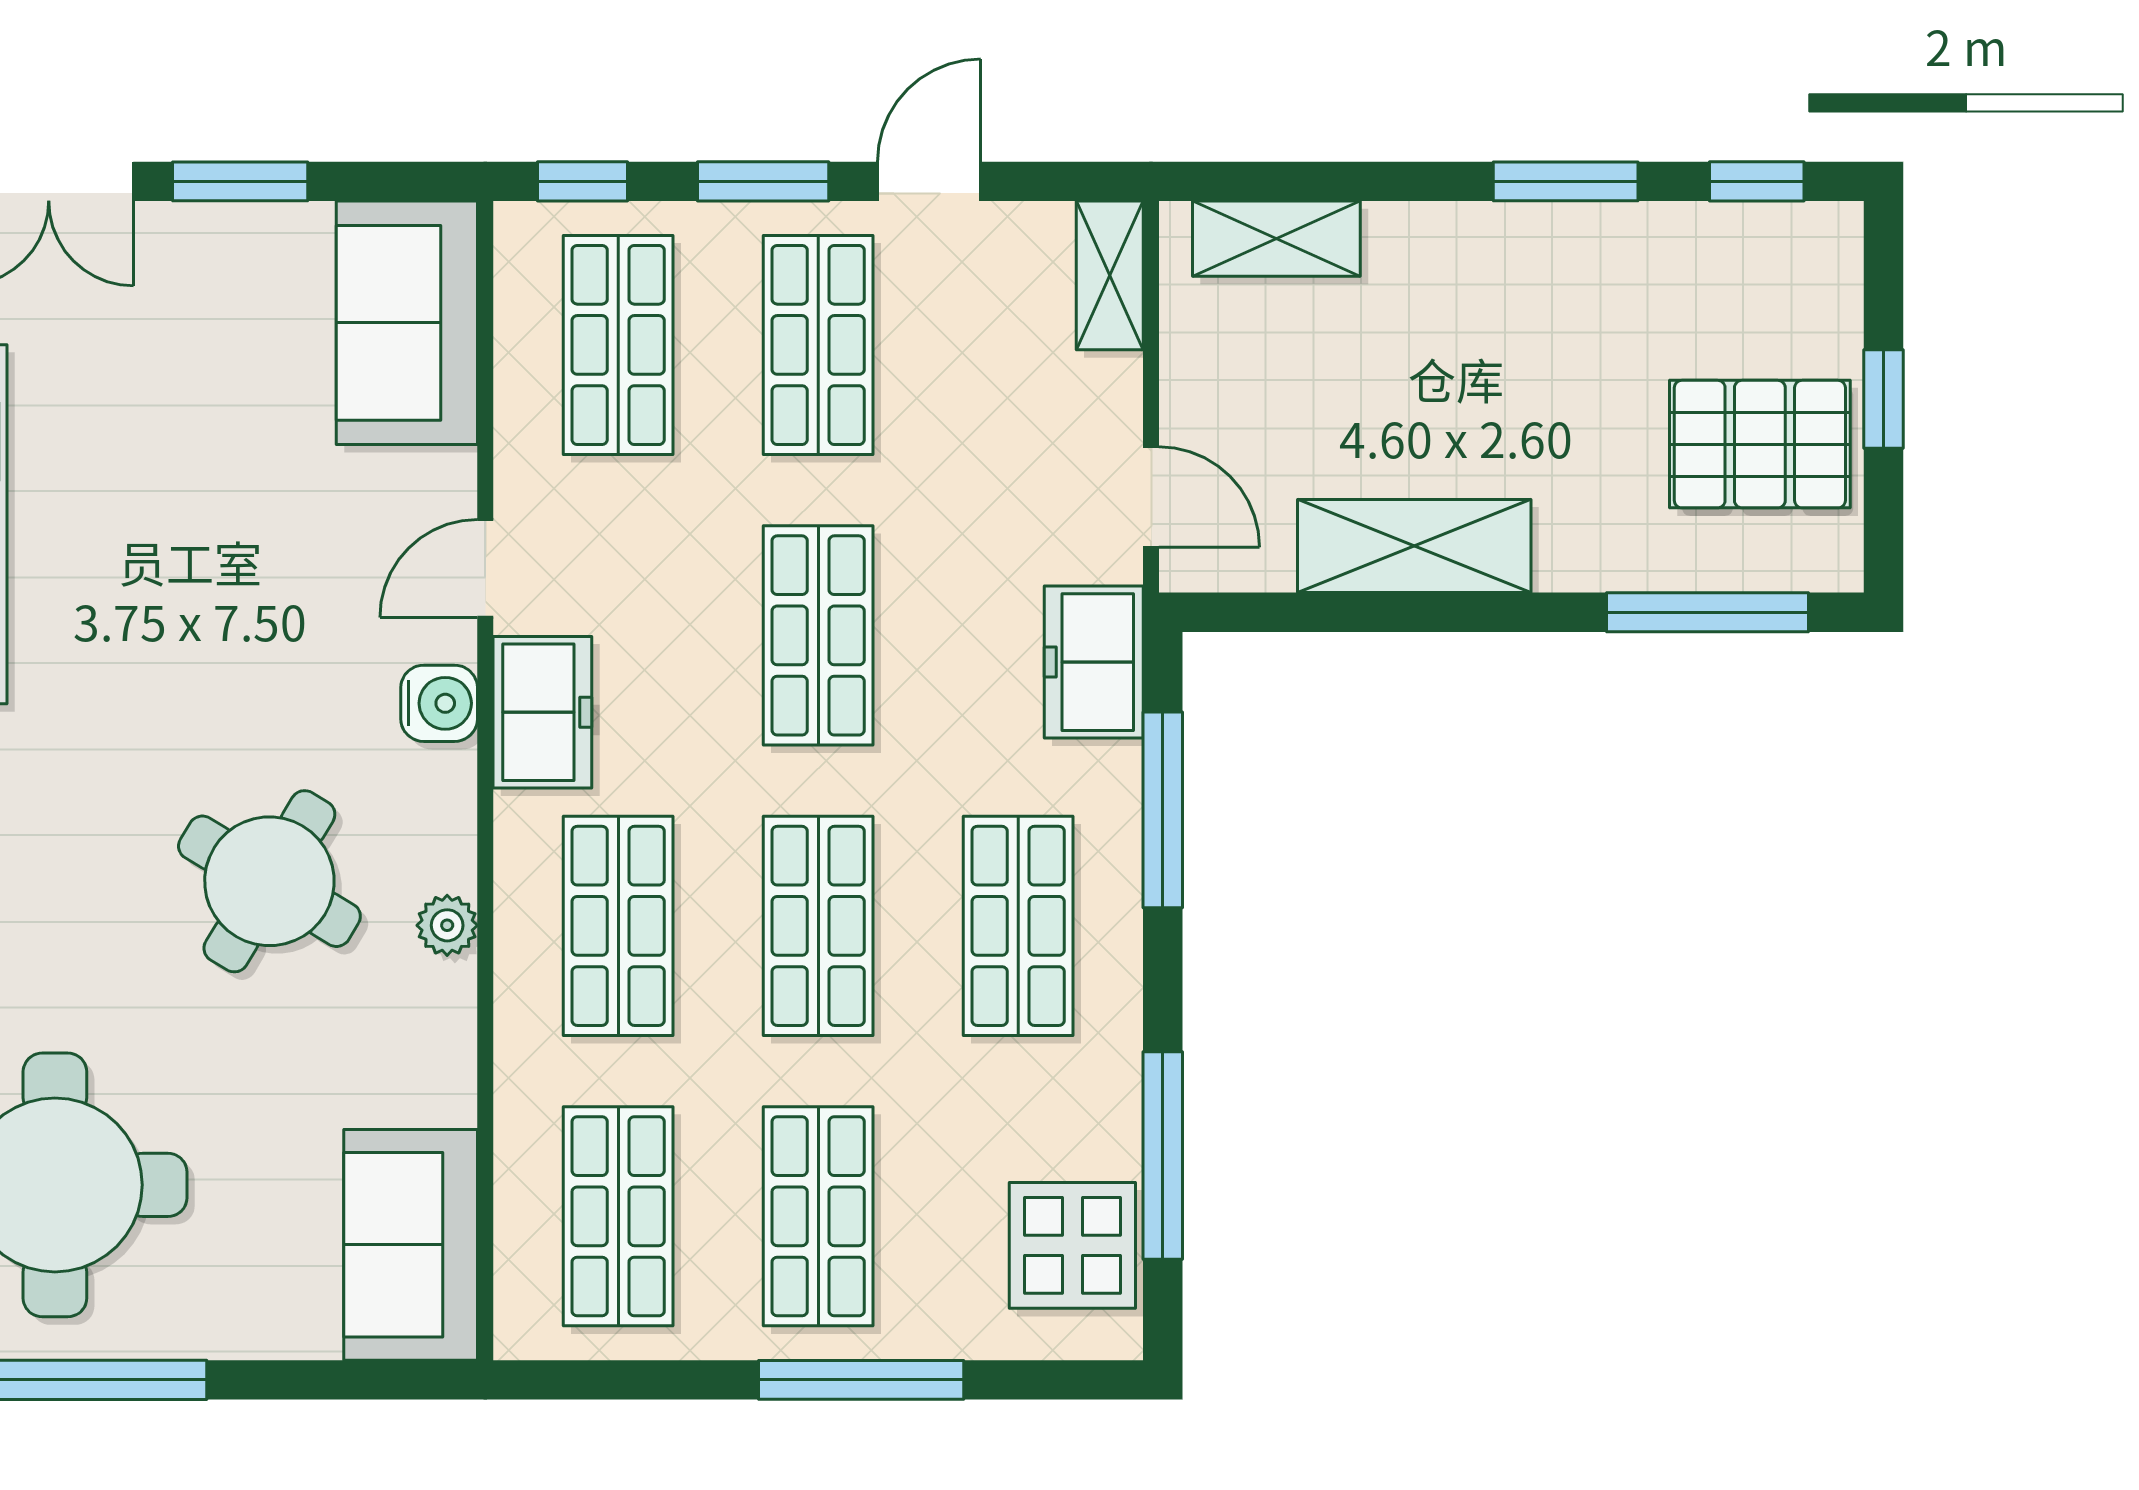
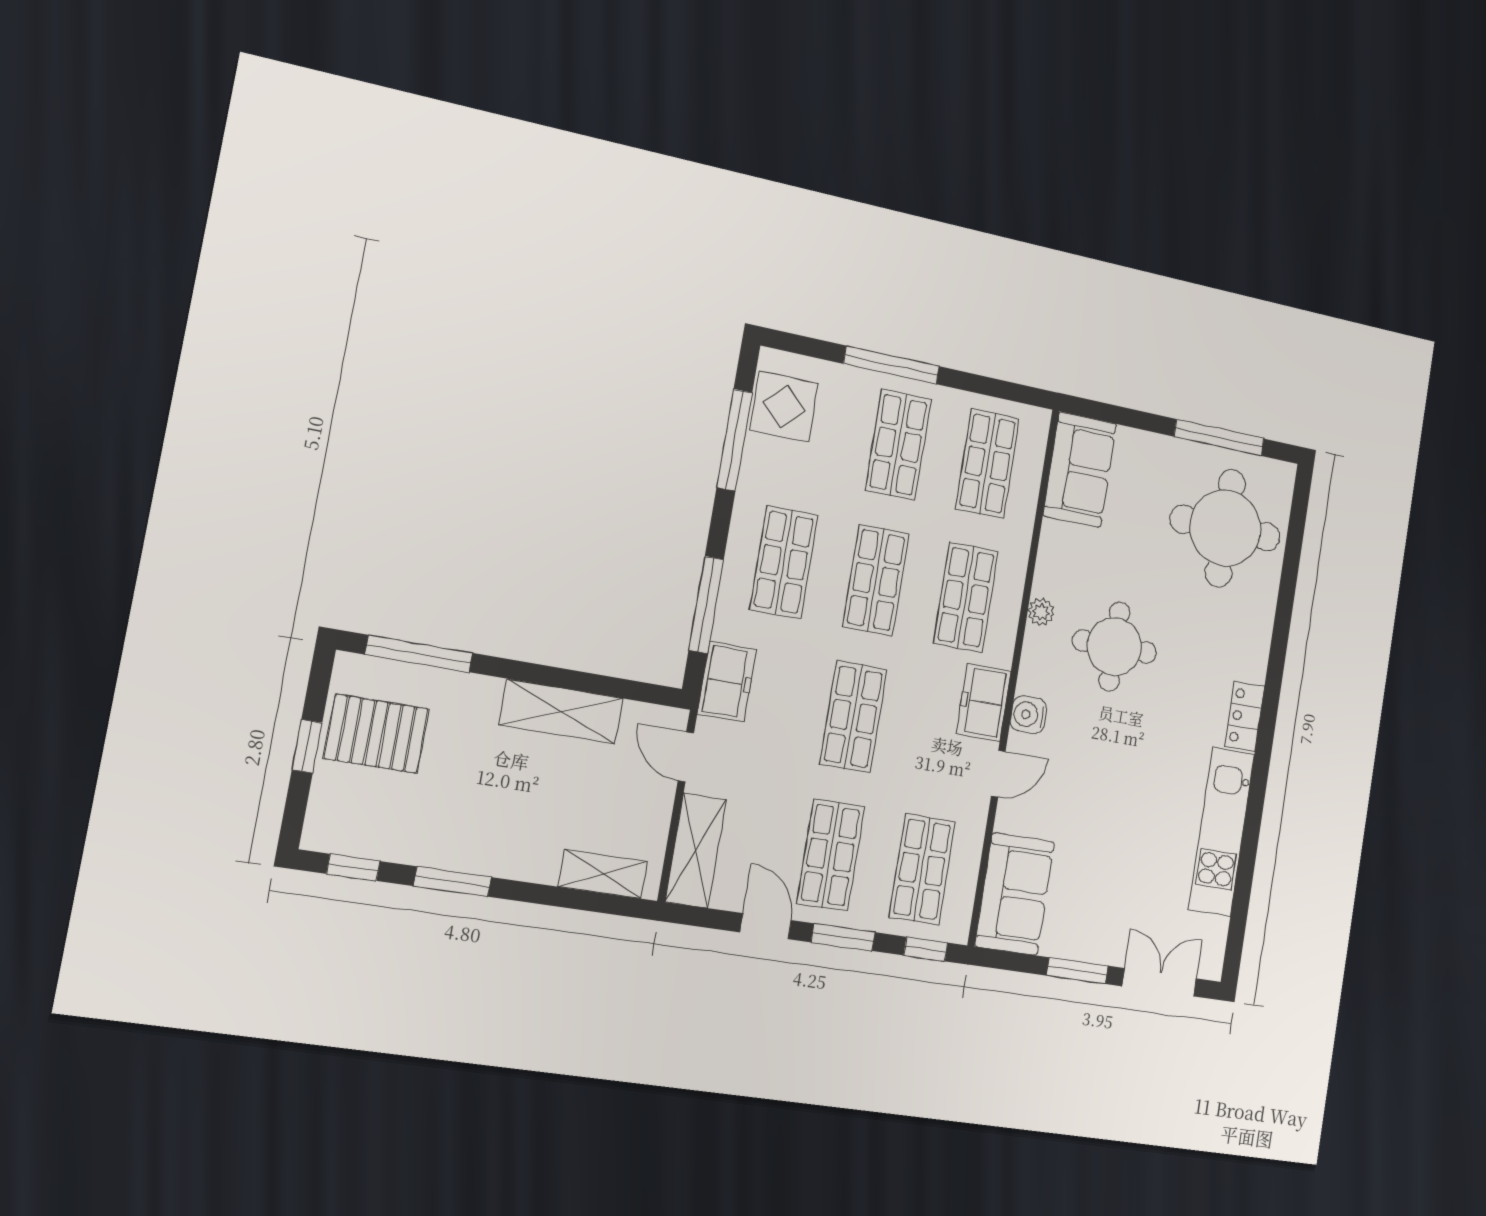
door: (929, 181) -> (766, 926), swing flipped
shelving: (1110, 275) -> (696, 851), width x1.50, depth x1.33
round table: (269, 881) -> (1114, 647), turned -31

